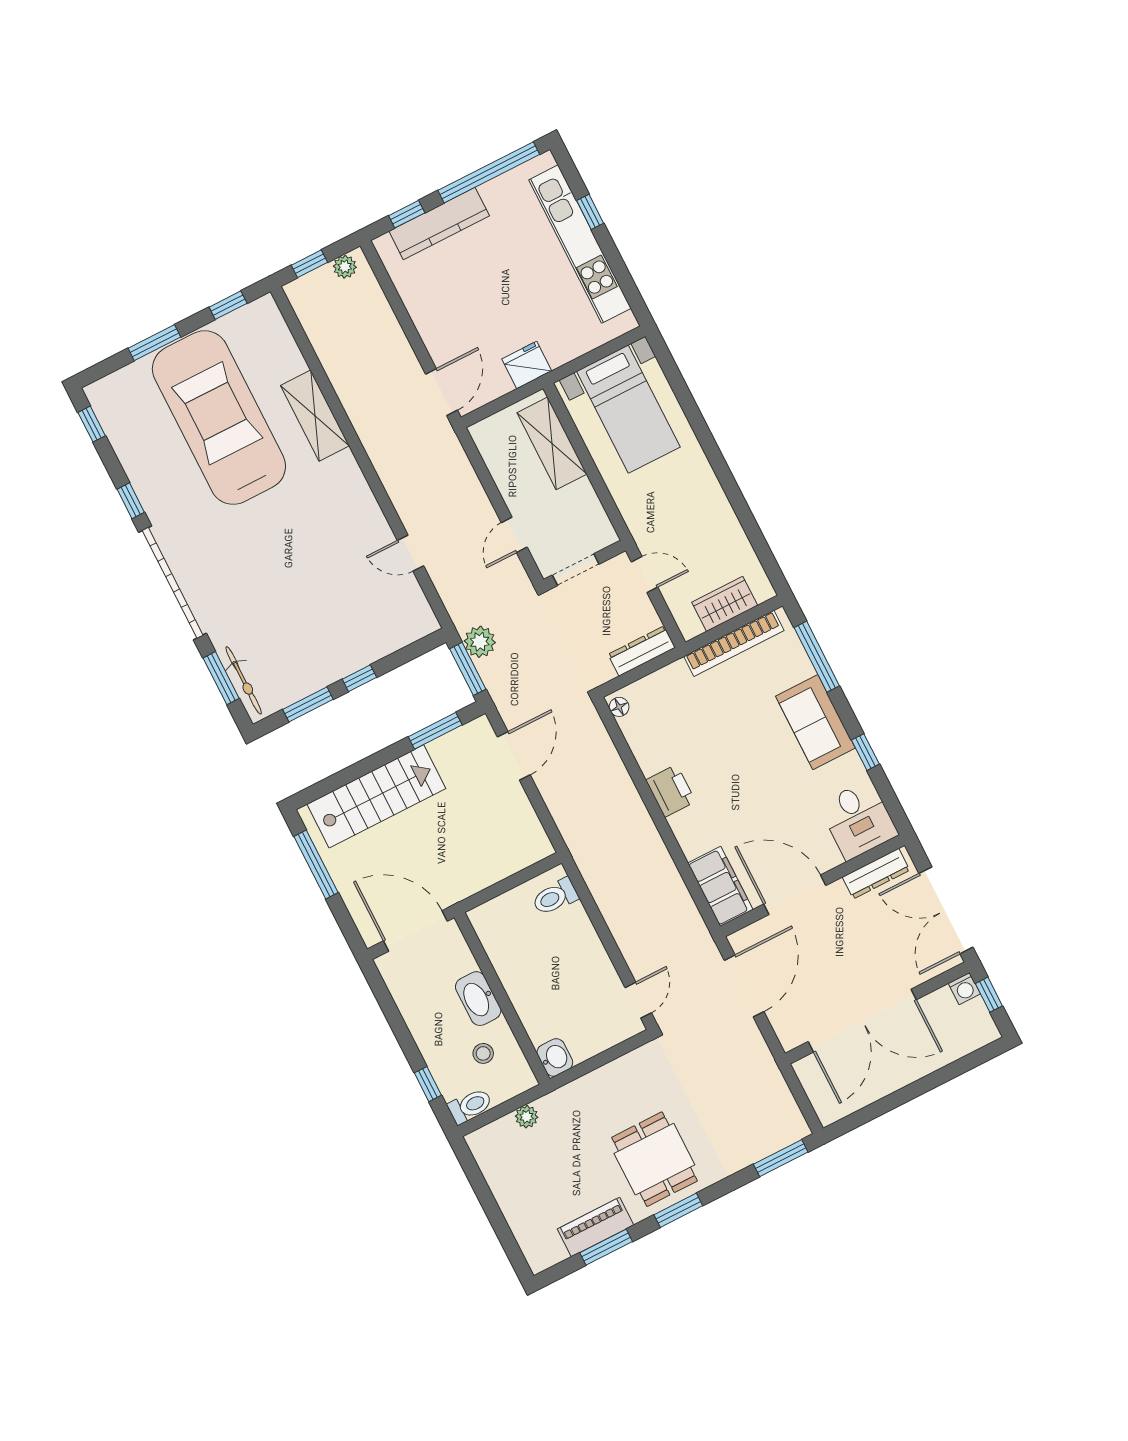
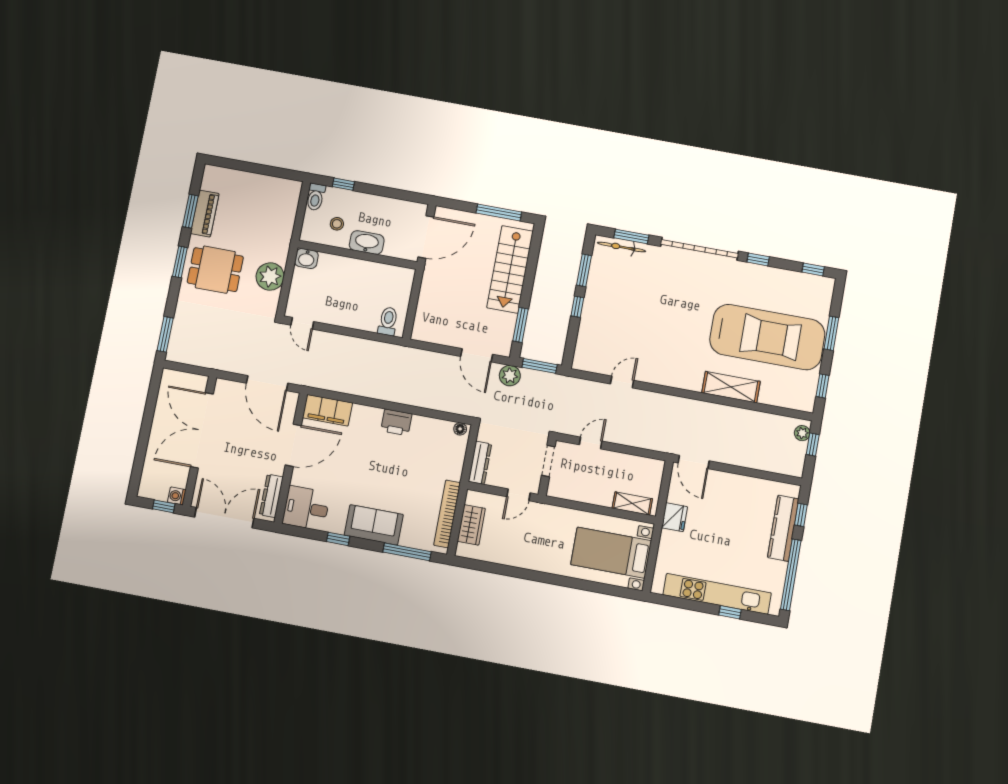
plant: (345, 267) -> (802, 433), moved
shelving: (552, 443) -> (632, 503), width x0.67, depth x0.75
door: (514, 535) -> (591, 443), hinge flipped
plant: (480, 642) -> (510, 376), moved
plant: (527, 1117) -> (270, 277), moved, width x1.88, depth x1.88

